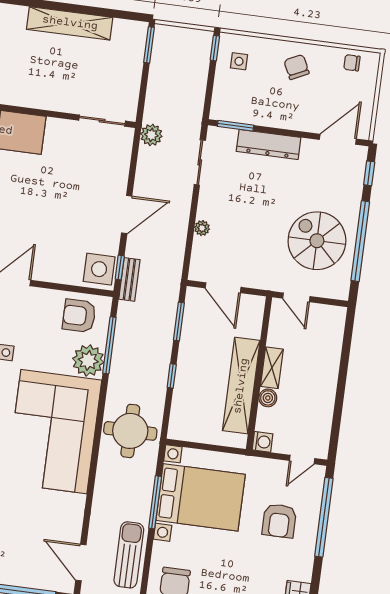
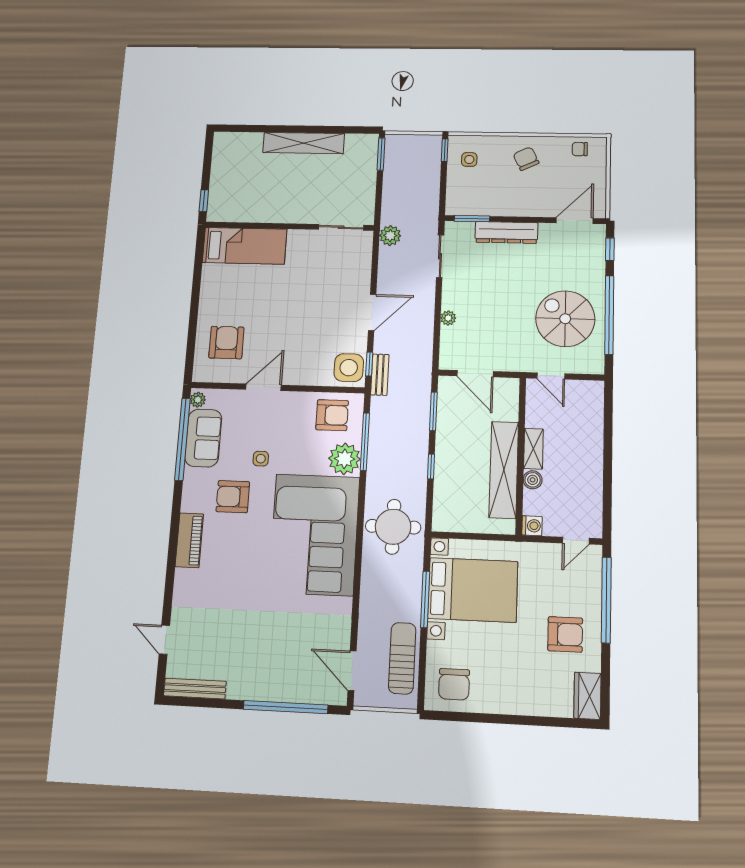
armchair: (79, 316) -> (332, 415), turned 180
armchair: (279, 521) -> (565, 634), moved, turned -90

